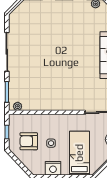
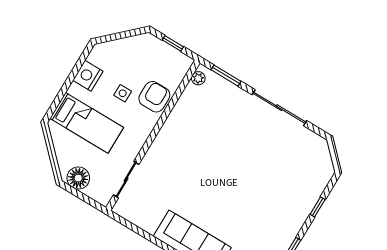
armchair: (29, 141) -> (154, 97), moved

